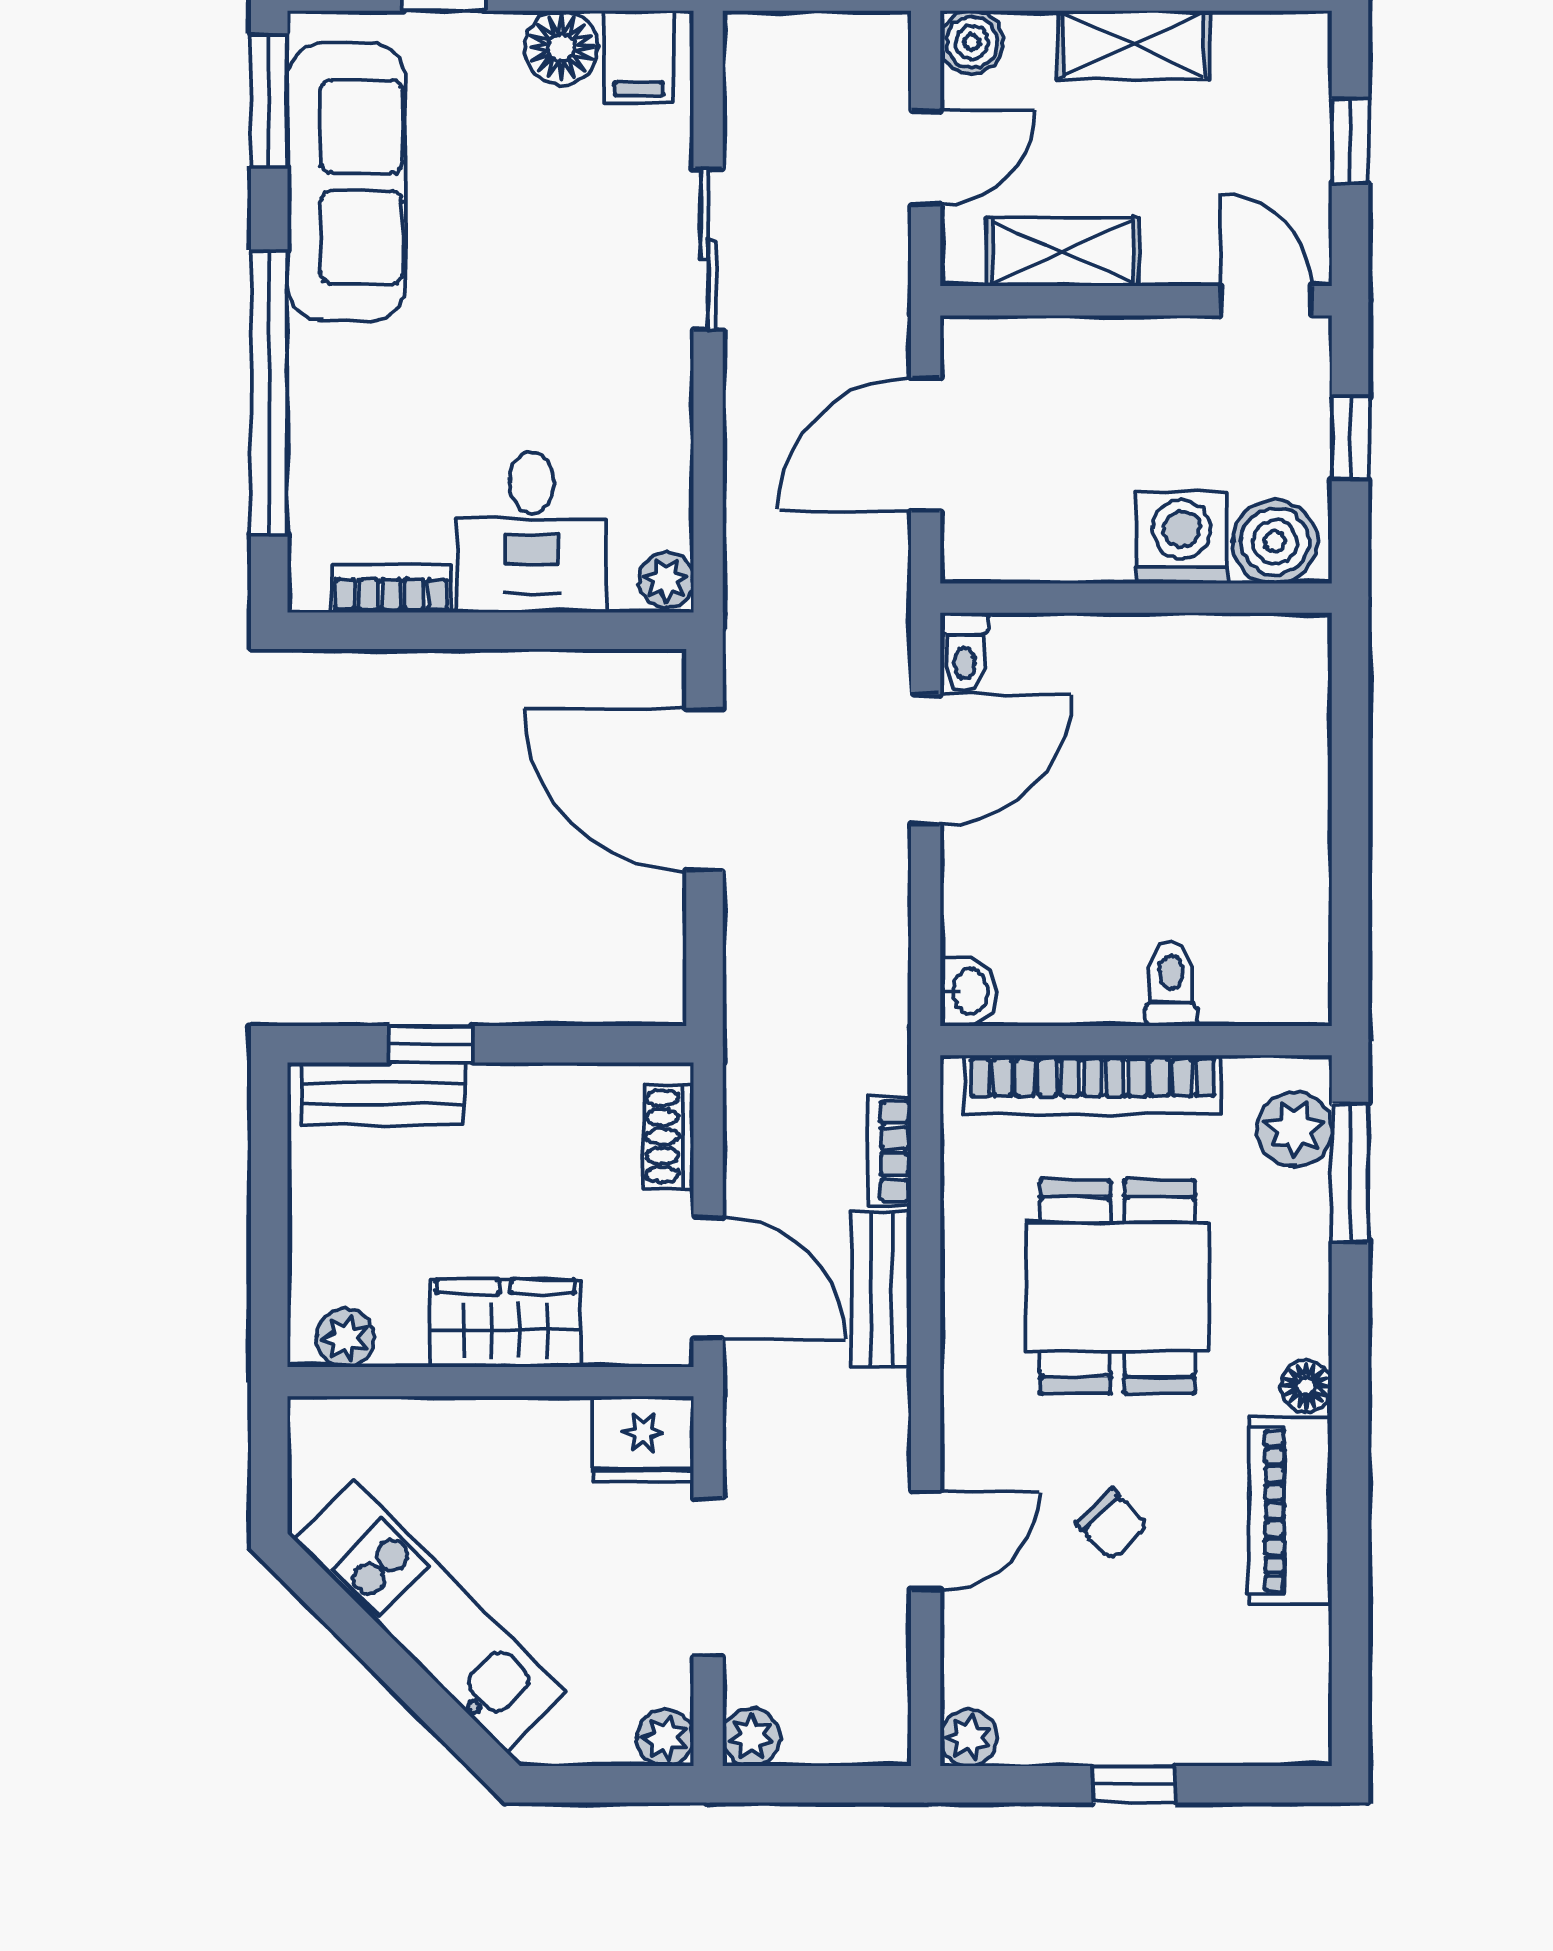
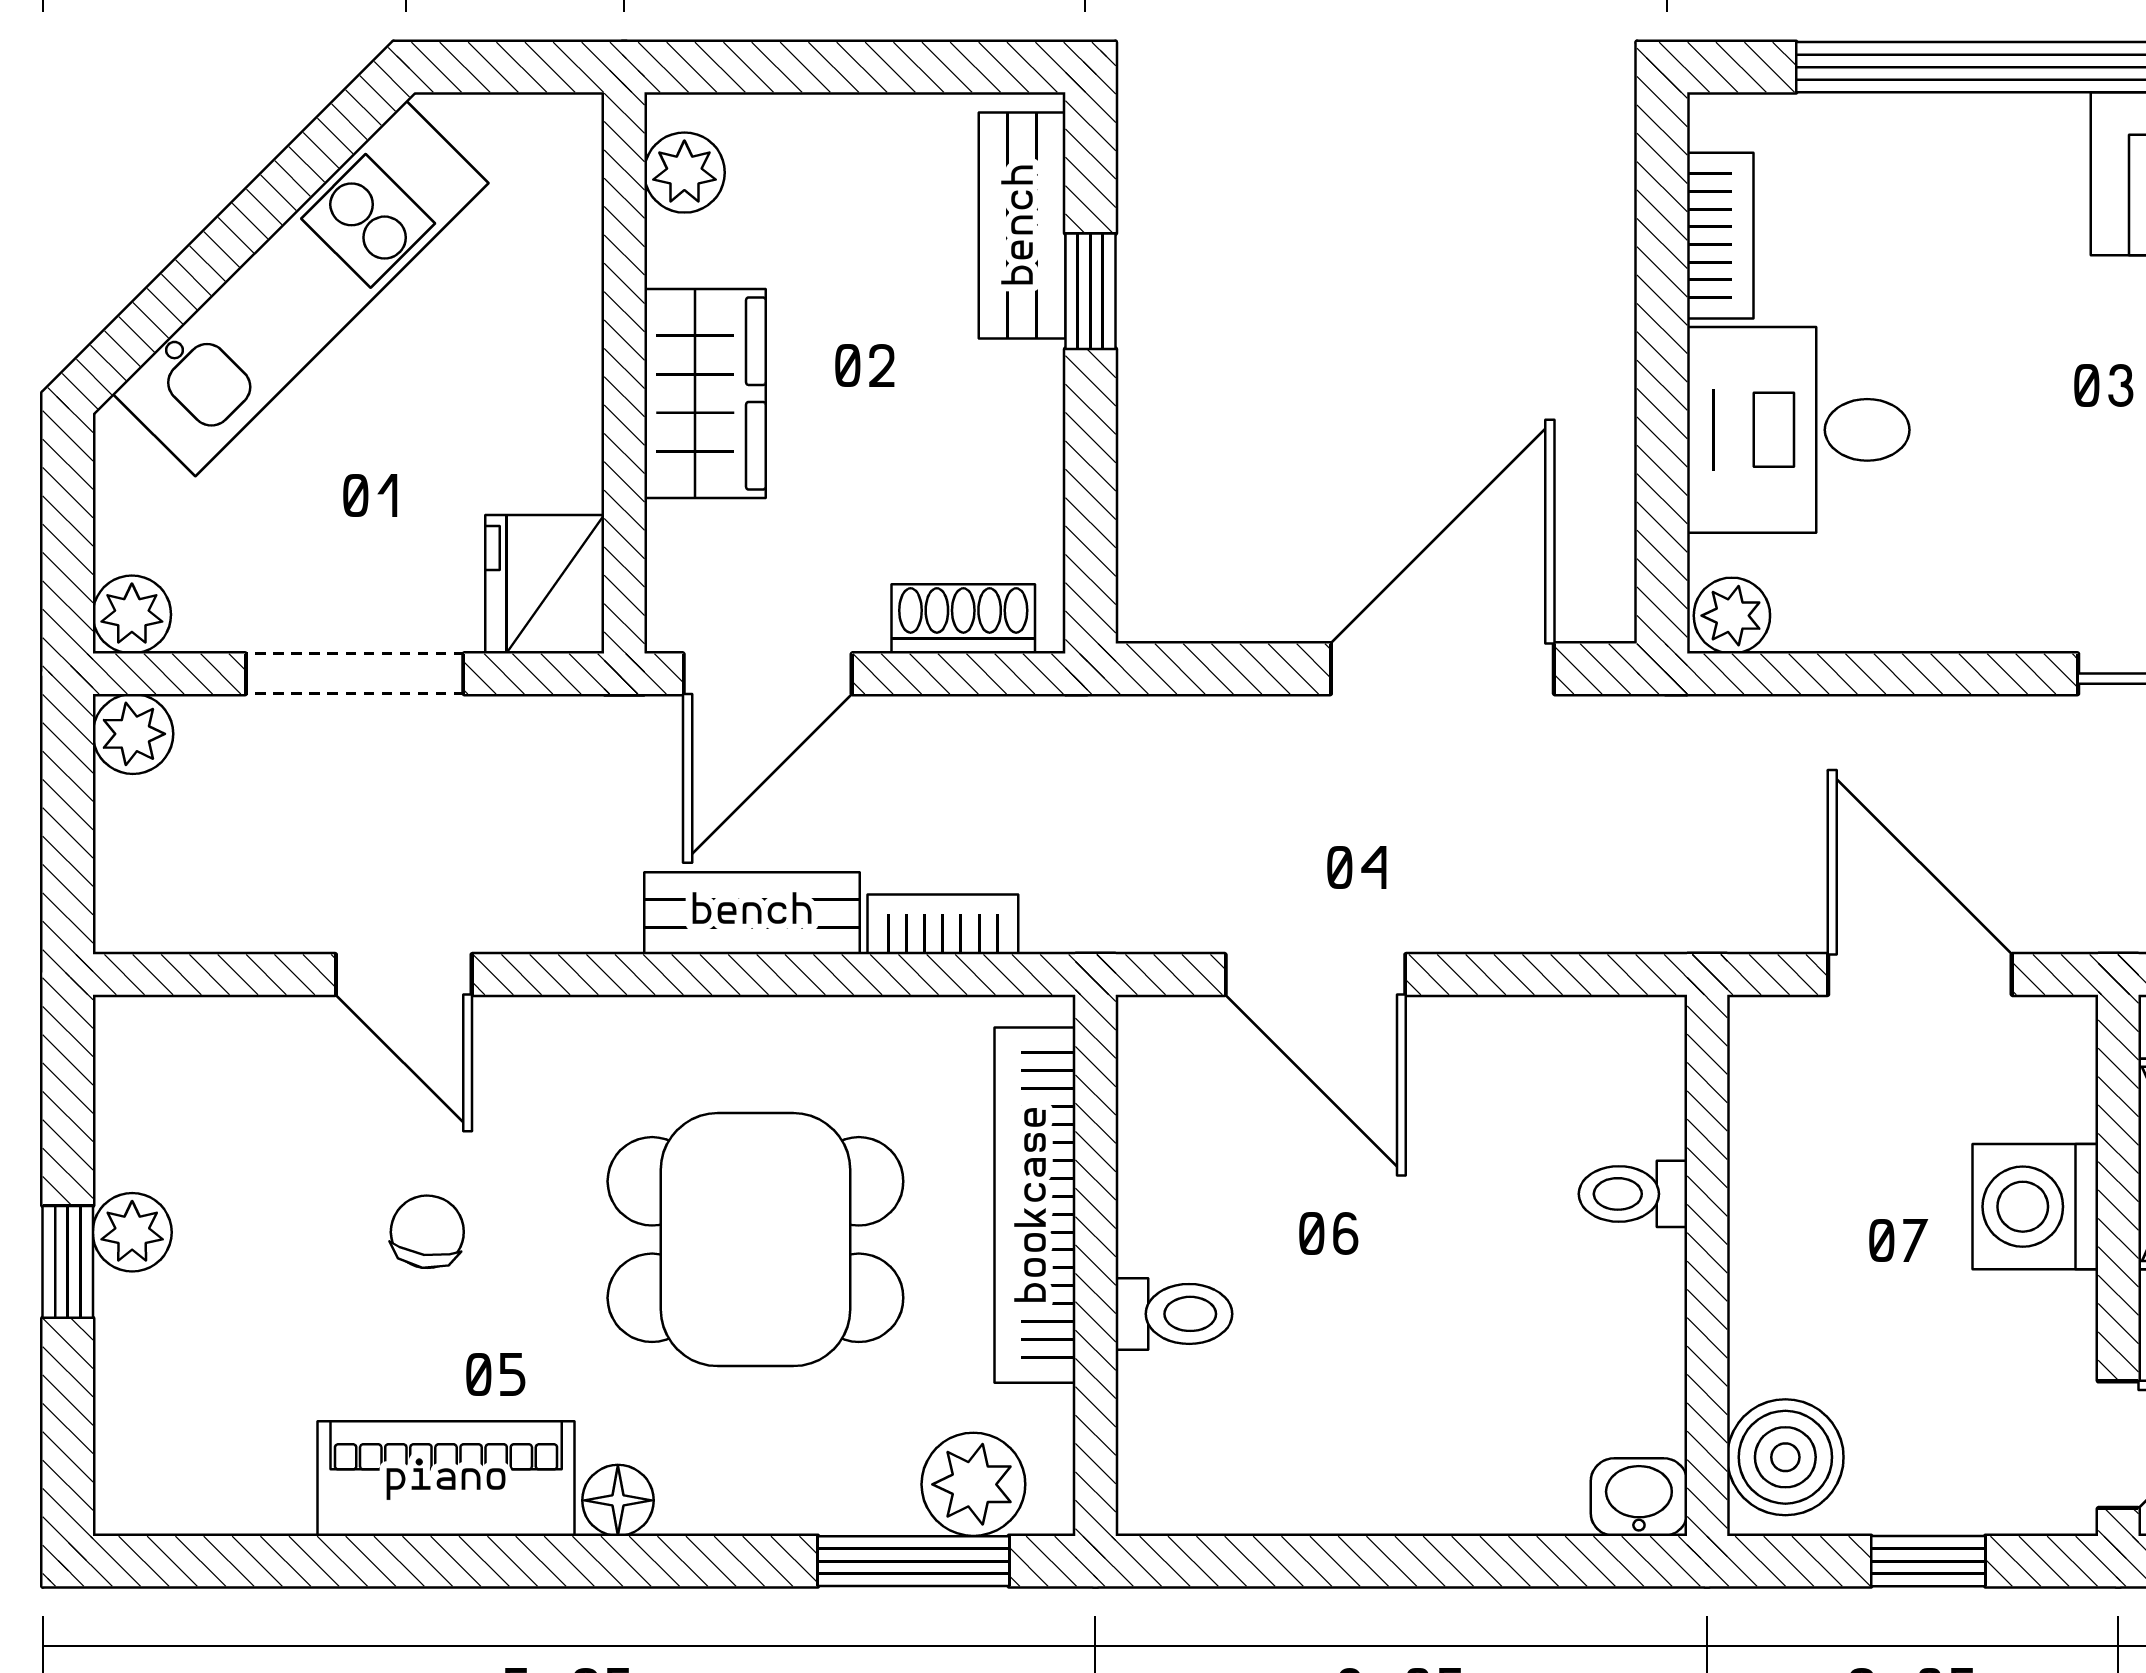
washing machine: (1182, 538) -> (2035, 1207), moved, turned 180
toilet: (964, 652) -> (1633, 1194), moved
door: (926, 760) -> (1315, 975), moved
washbasin: (968, 991) -> (1639, 1497), moved, turned 180
chair: (1112, 1524) -> (427, 1232), turned 142
plant: (969, 1738) -> (132, 1232), moved

